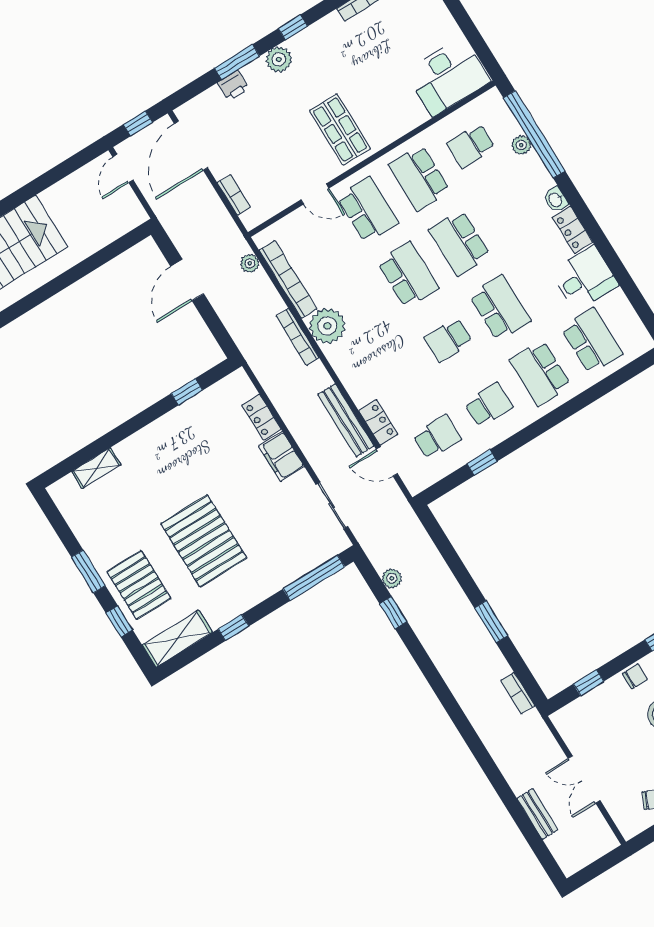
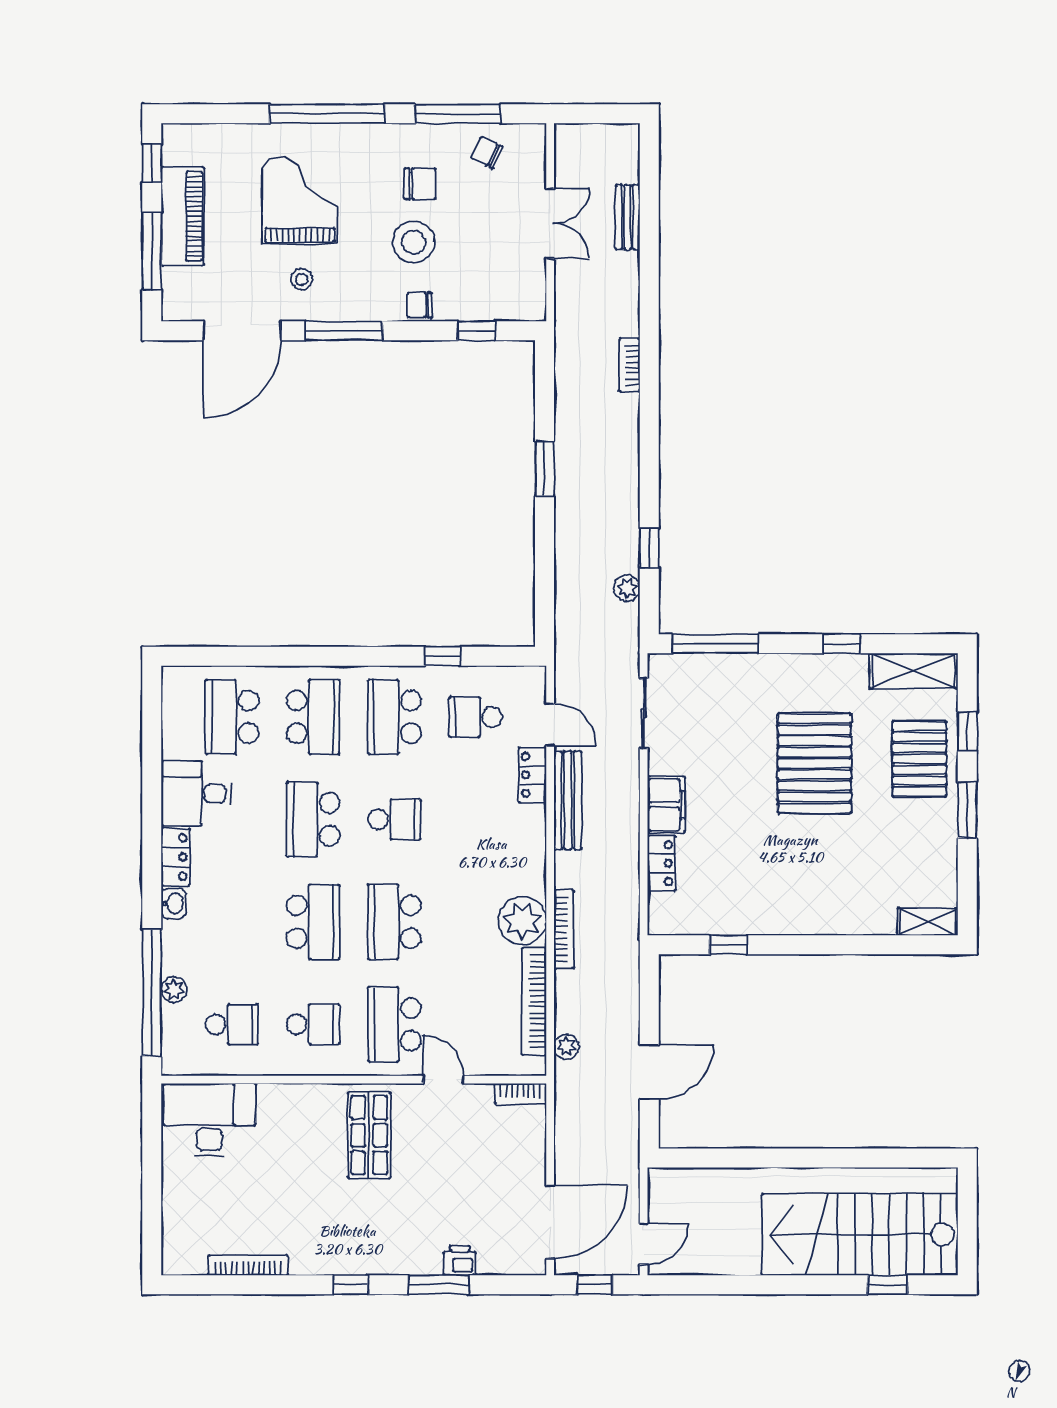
plant: (279, 59) -> (389, 1258), removed
school desk: (419, 178) -> (313, 1024), width x0.54
bookcase: (234, 195) -> (520, 1094), moved, turned -90
school desk: (489, 405) -> (394, 717), width x1.85
shelving: (96, 468) -> (928, 922), moved
bookcase: (518, 693) -> (629, 365), moved, turned 180

